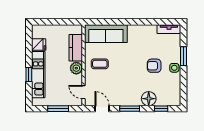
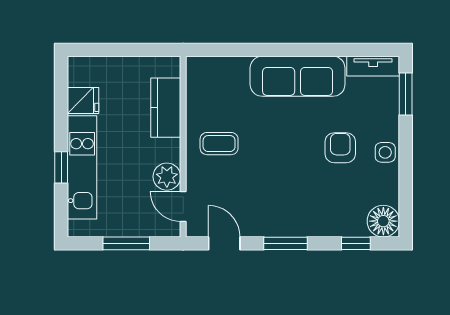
sofa: (106, 34) -> (298, 76), moved
window: (183, 56) -> (406, 94), moved
armchair: (154, 66) -> (340, 148), turned 90
plant: (76, 68) -> (167, 177), moved
floor lamp: (149, 99) -> (383, 221), moved

